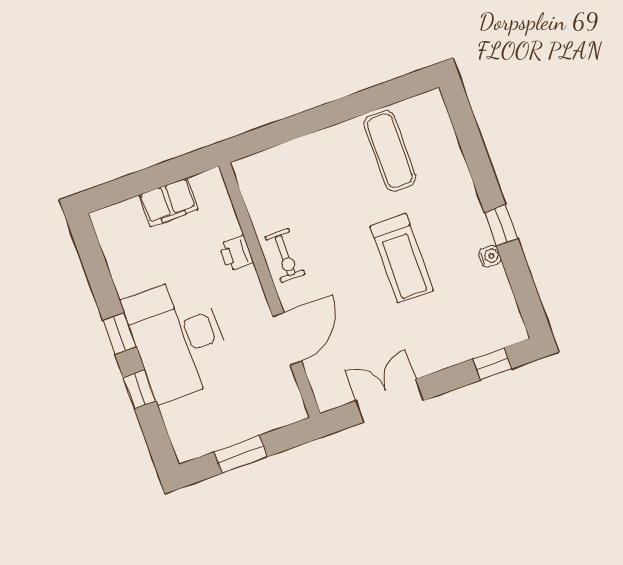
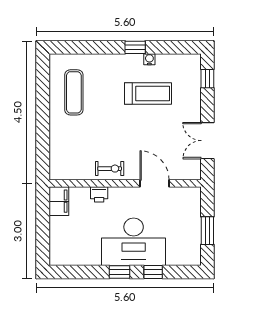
exercise mat: (390, 151) -> (74, 92), turned 90
filing cabinet: (169, 202) -> (59, 201), moved
treadmill: (402, 258) -> (148, 94), moved

